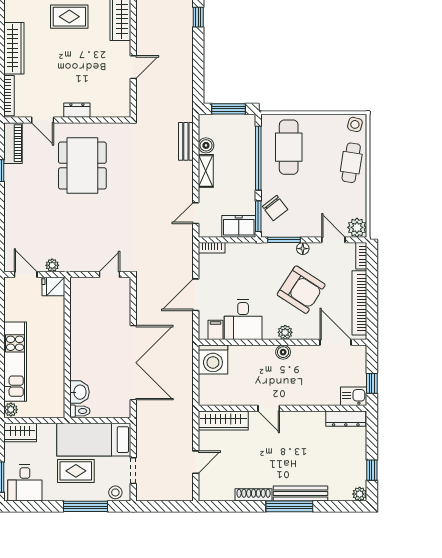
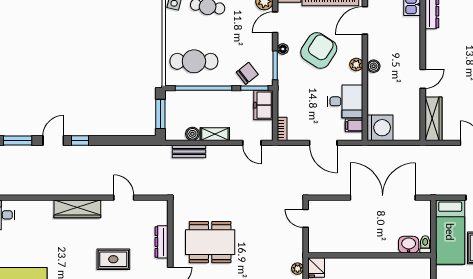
rug: (69, 17) -> (113, 259), moved, turned 90
dresser: (77, 110) -> (162, 242), width x1.44

